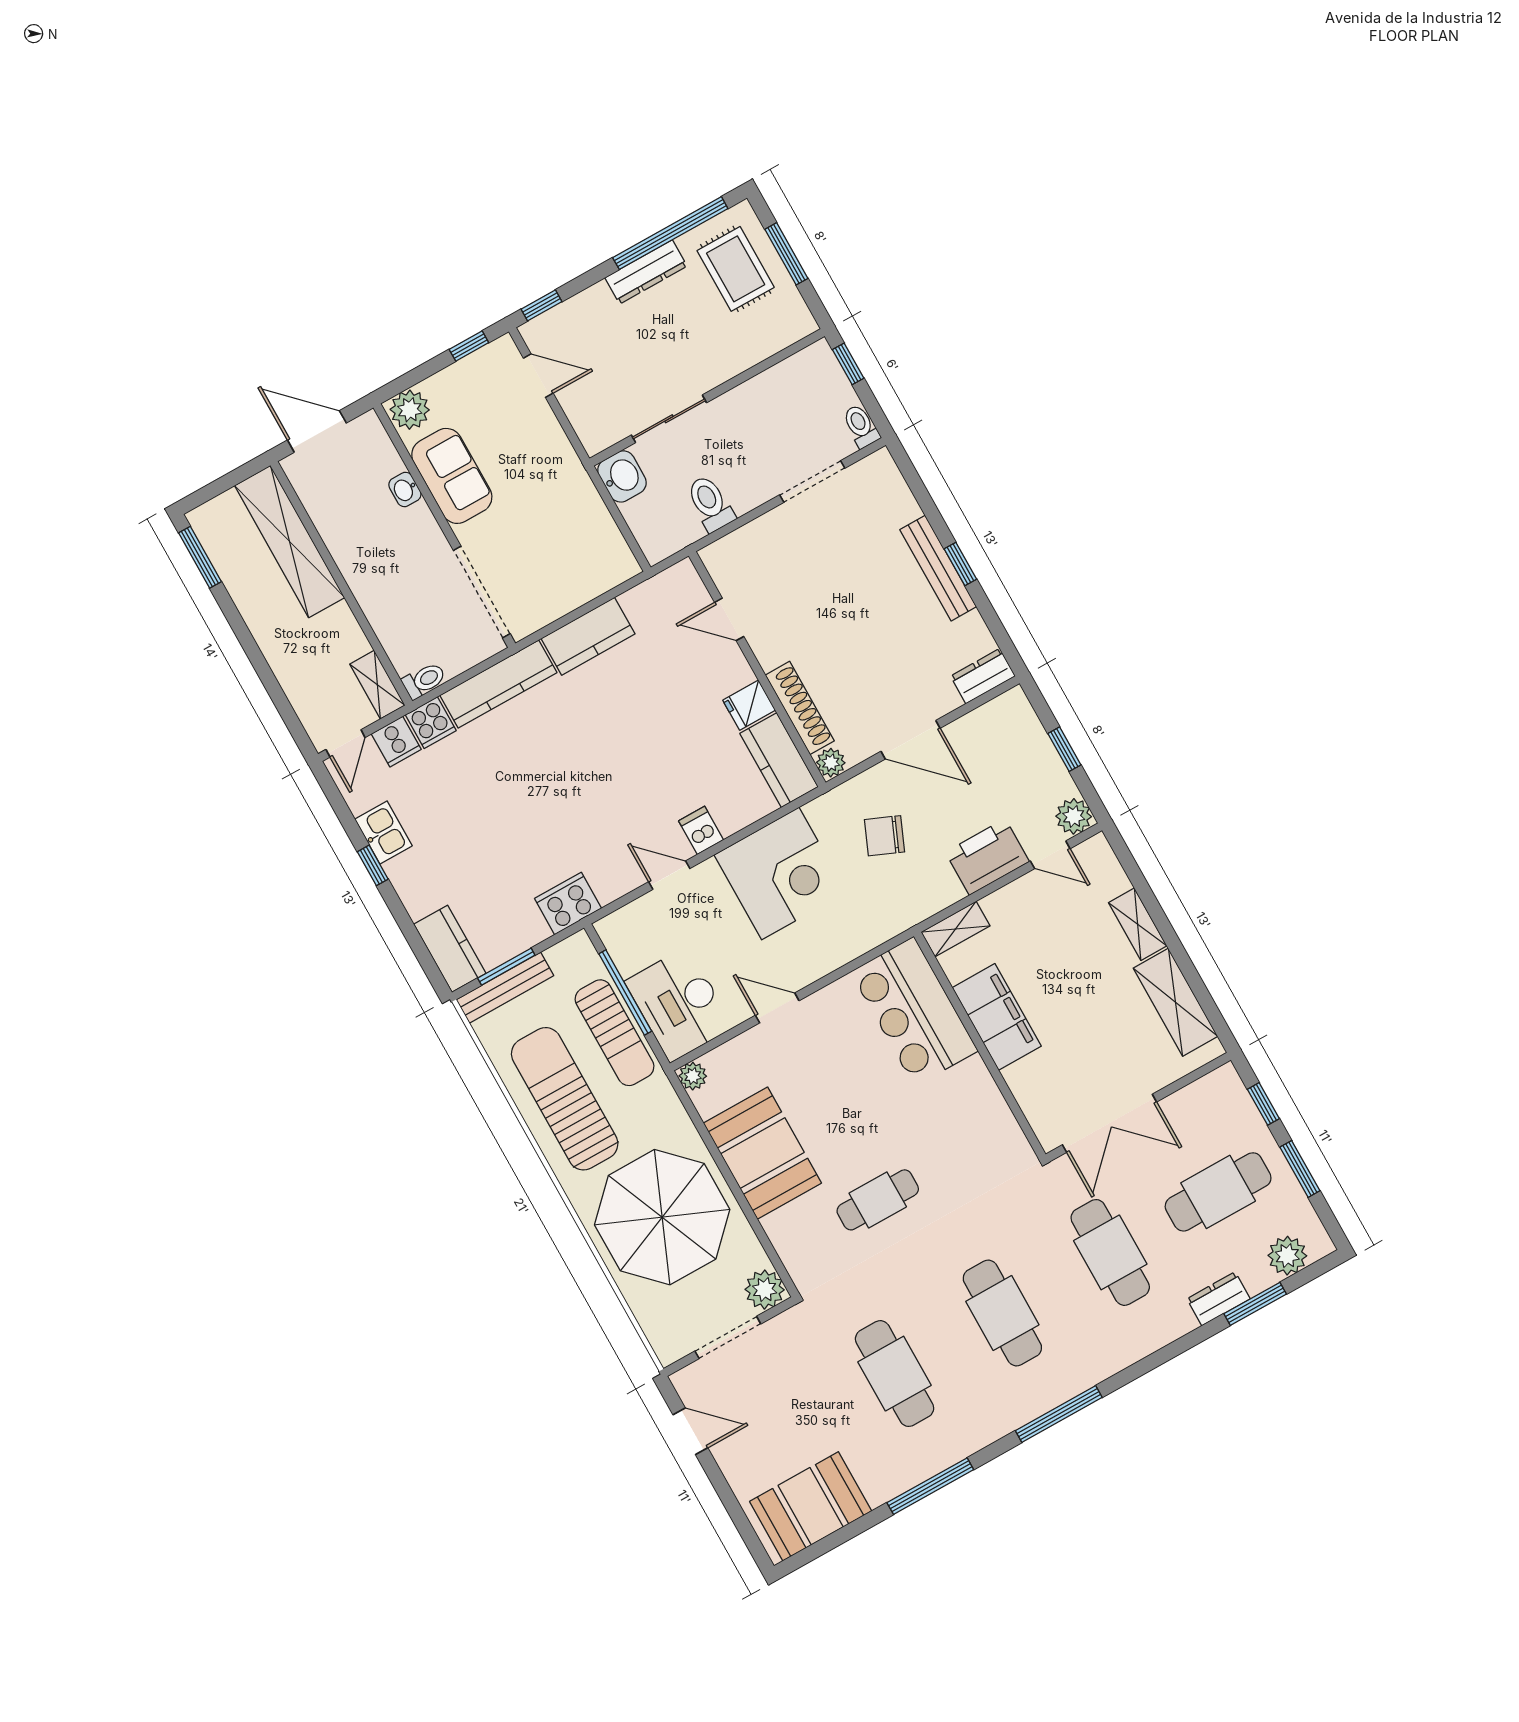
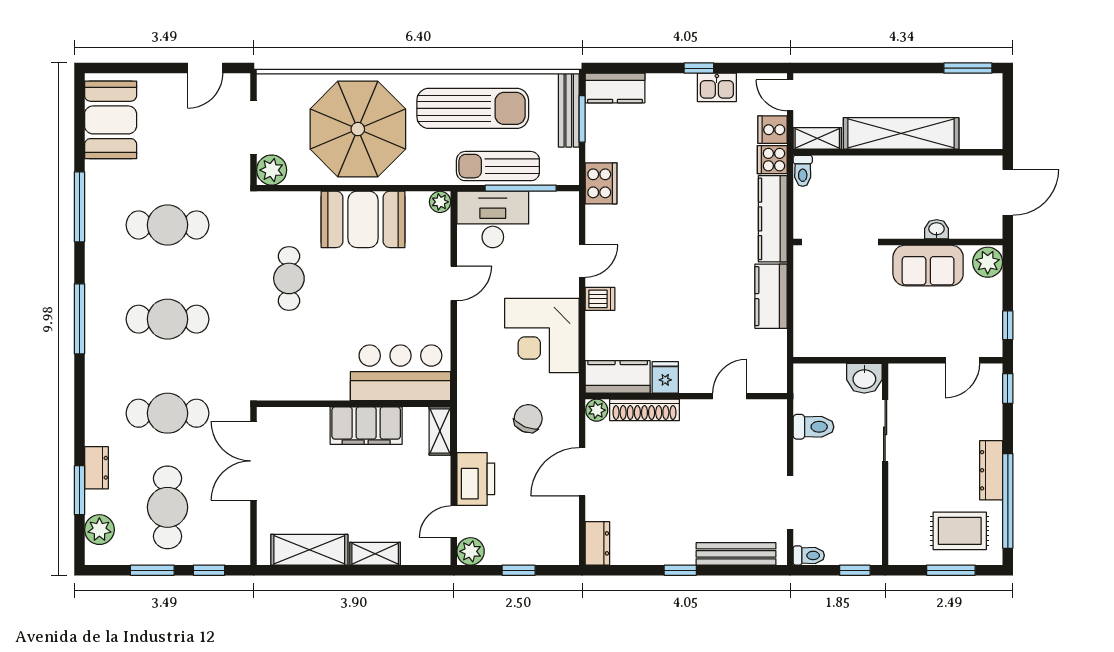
shelving: (290, 542) -> (901, 133), moved
bench: (938, 568) -> (736, 554), moved

